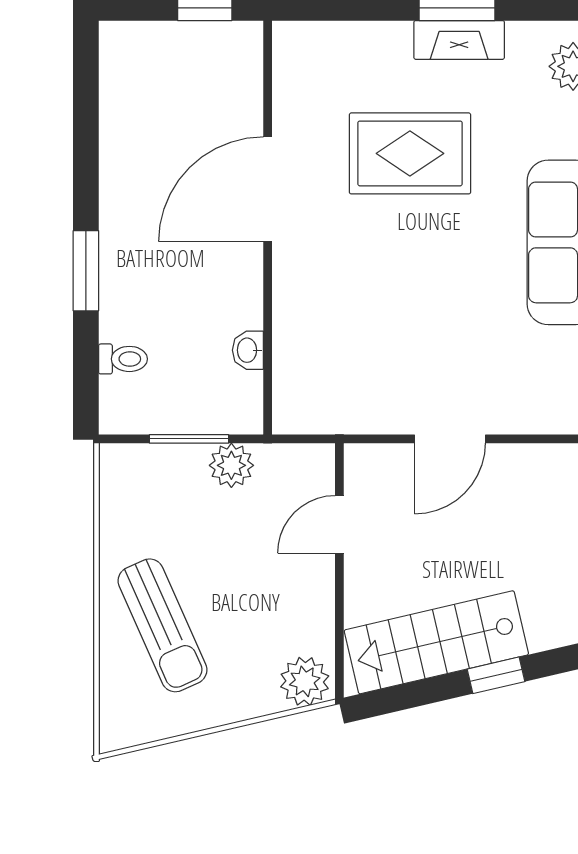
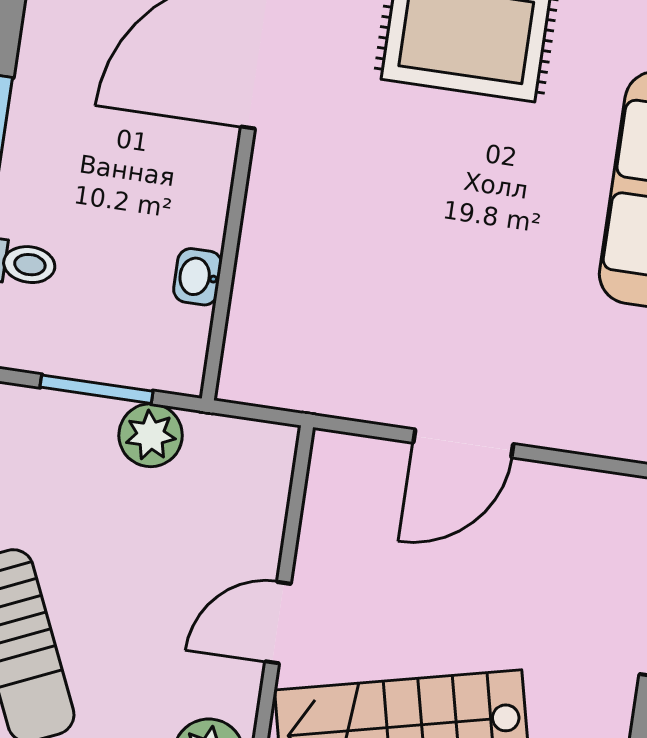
door: (339, 524) -> (278, 623), moved

